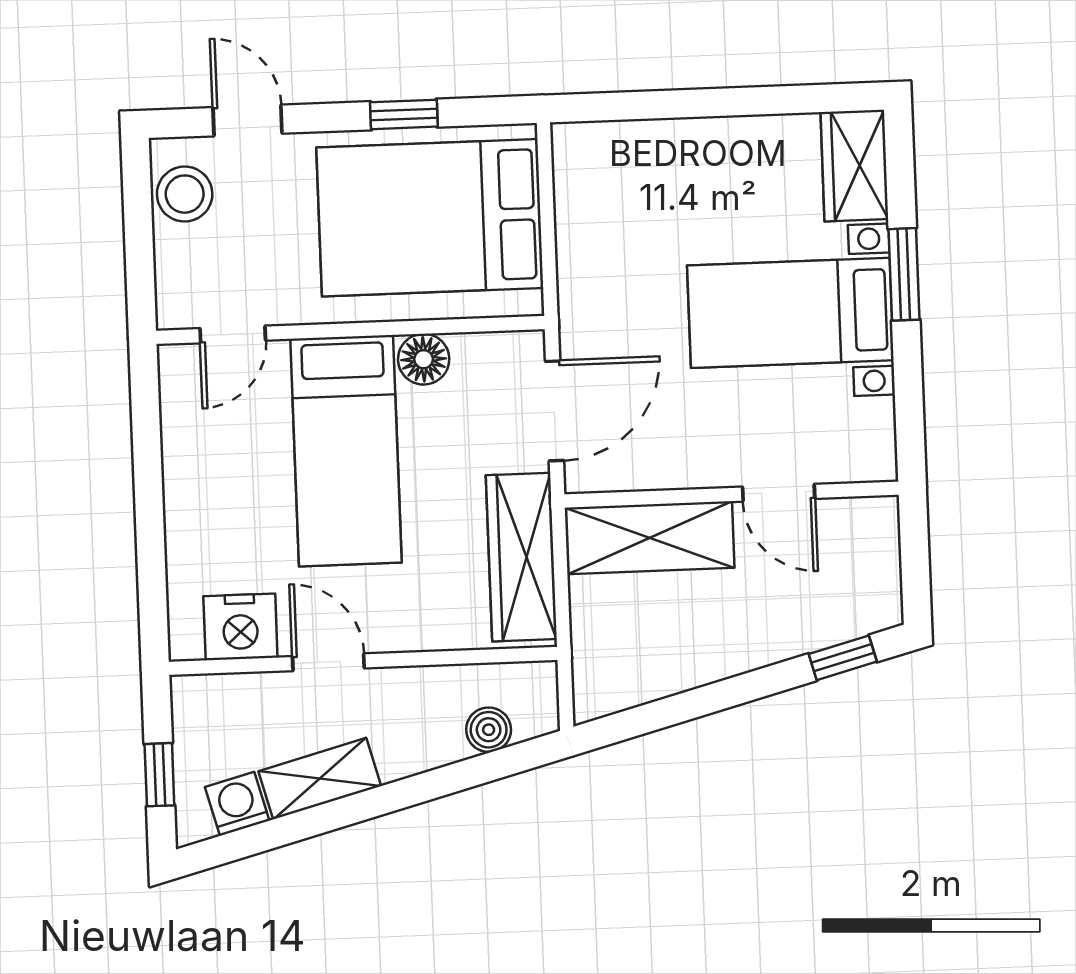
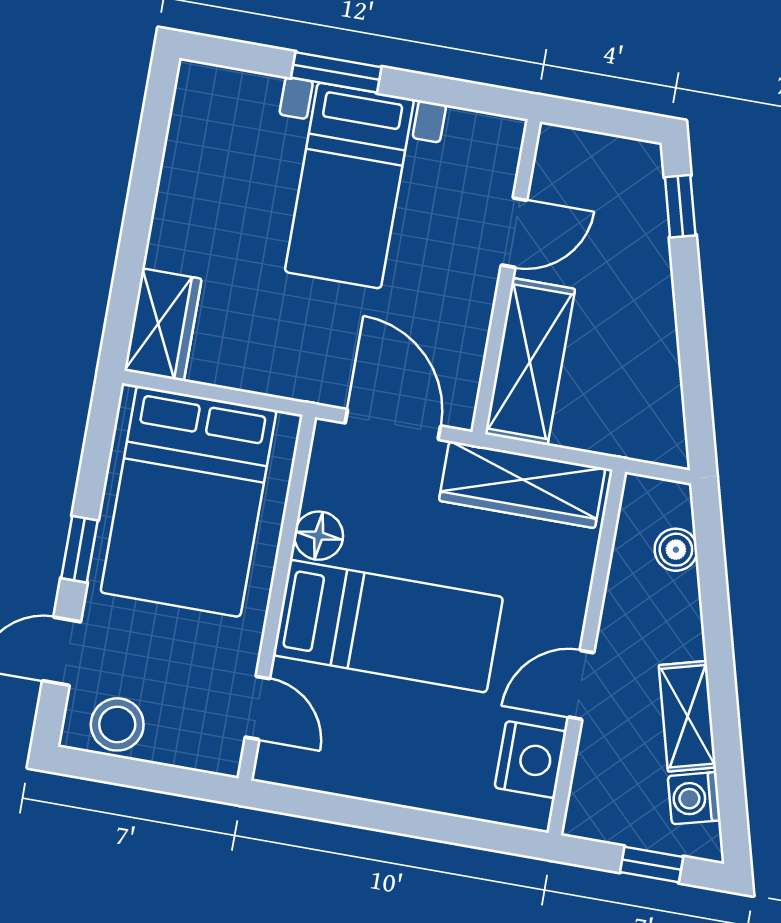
window: (404, 114) -> (79, 549), moved
wardrobe: (854, 166) -> (163, 325), moved, turned -90

